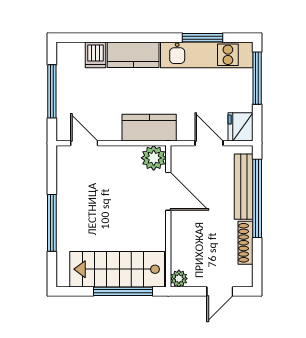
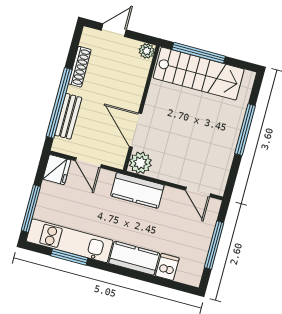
bench: (244, 187) -> (68, 116), width x0.73

